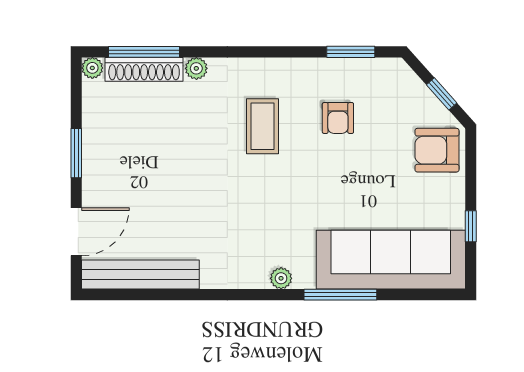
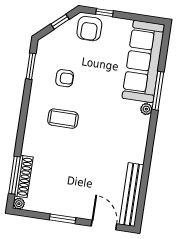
plant: (196, 68) -> (27, 149), removed
window: (471, 226) -> (105, 13), moved
plant: (281, 278) -> (146, 109), moved

